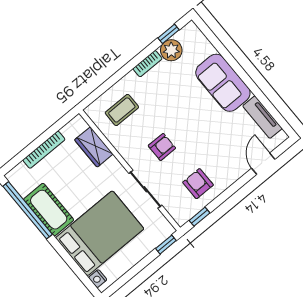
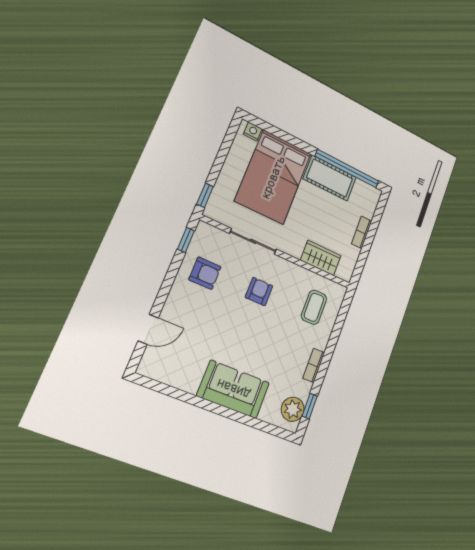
plant: (171, 50) -> (293, 409), moved
tv unit: (262, 117) -> (175, 377), removed
armchair: (162, 147) -> (259, 292), turned 180
bookcase: (44, 150) -> (362, 232), width x0.64
door: (263, 164) -> (148, 329), hinge flipped

